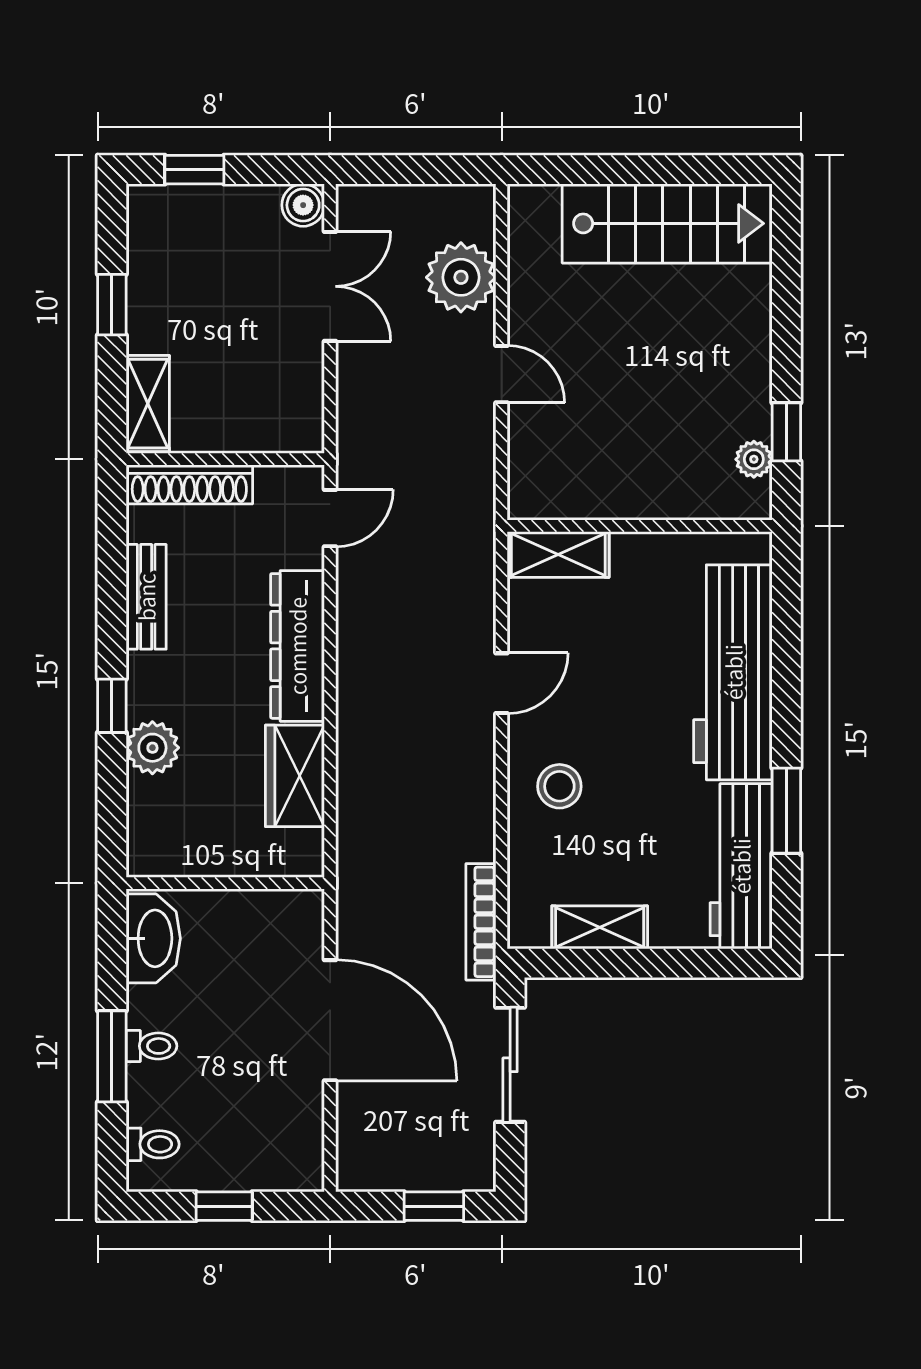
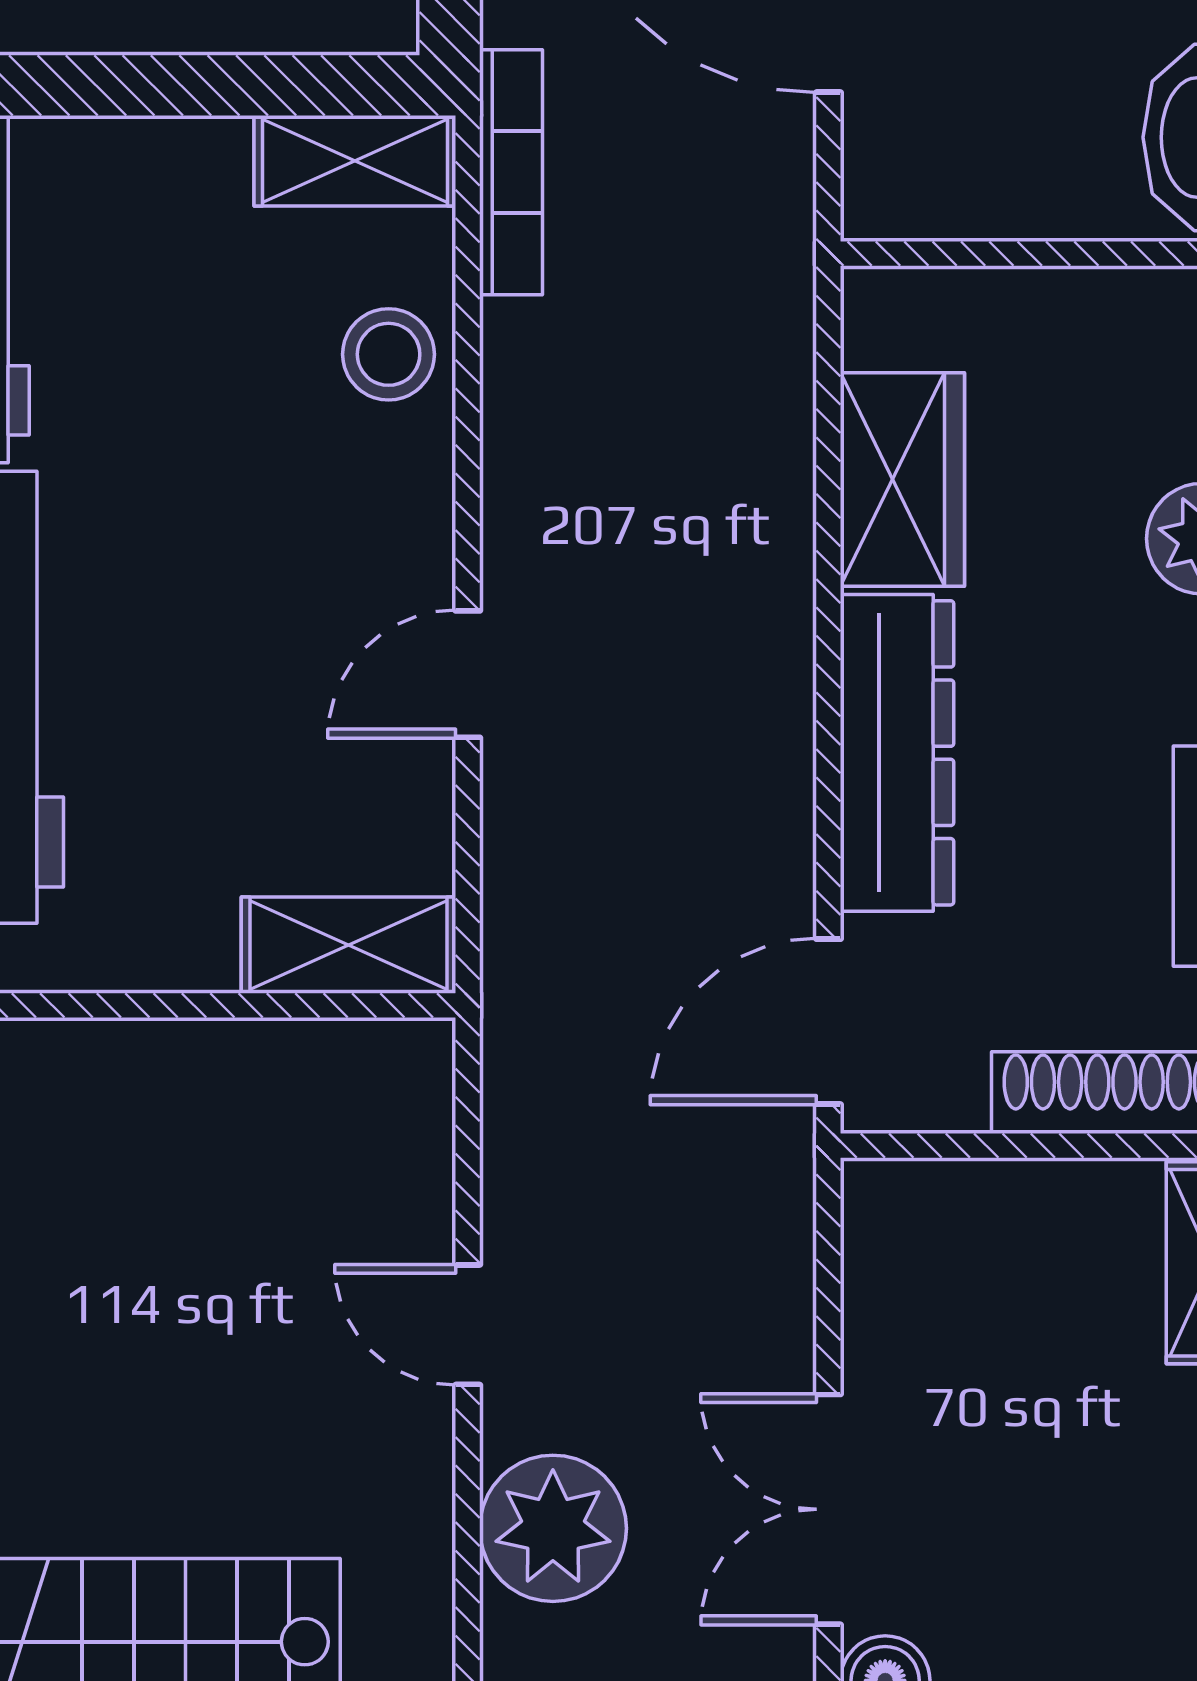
door: (330, 518) -> (828, 1022), width x1.38
stool: (559, 786) -> (389, 354), moved
shelving: (600, 927) -> (355, 161), moved

